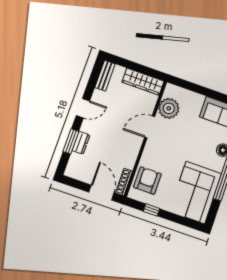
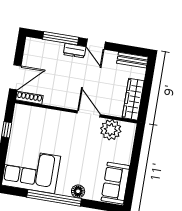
window: (71, 141) -> (61, 38), width x1.44
dresser: (81, 143) -> (75, 51), moved
armchair: (147, 181) -> (35, 121), removed

